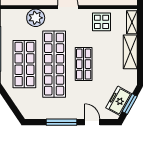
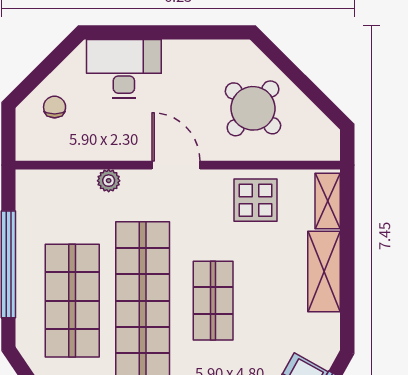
plant: (36, 18) -> (109, 181), width x0.53, depth x0.53

